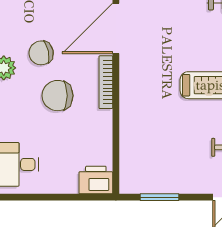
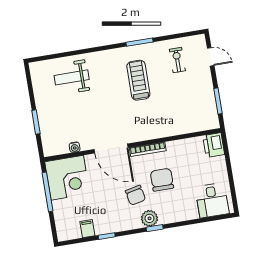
chair: (58, 96) -> (162, 180), turned 180

